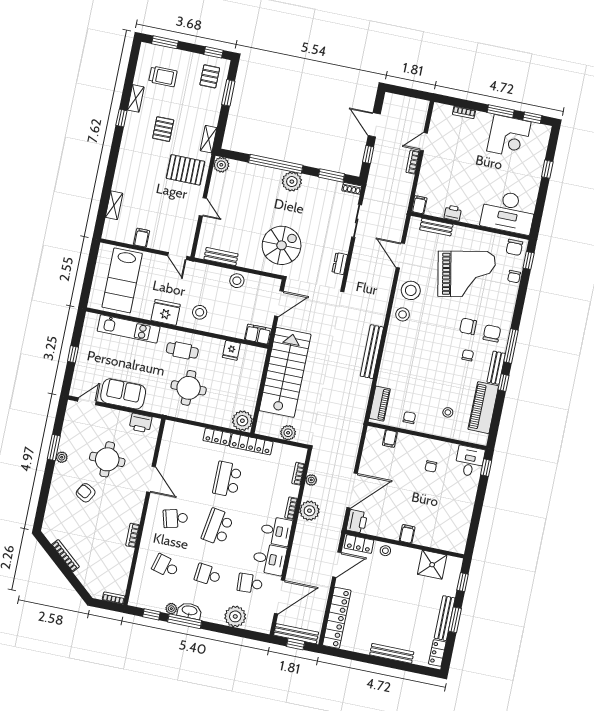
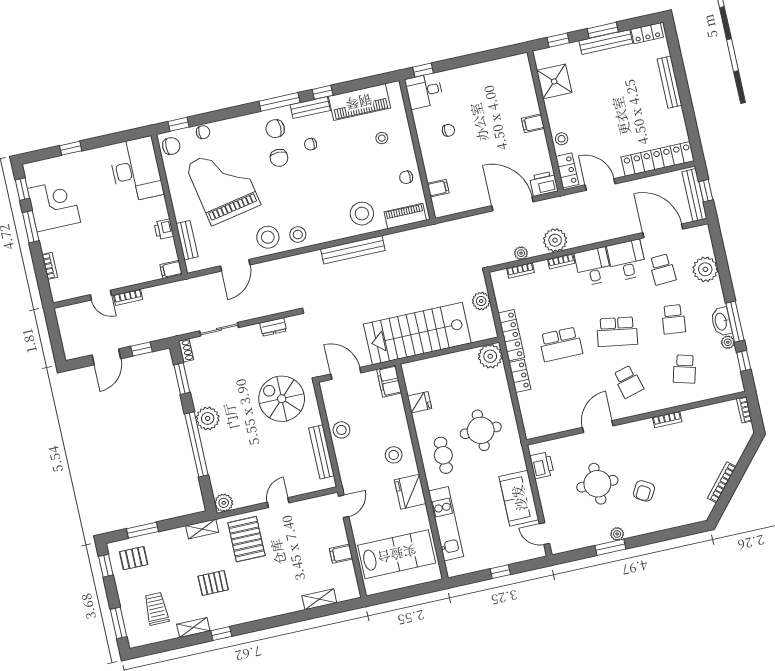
bench: (221, 257) -> (322, 452), width x1.36
stool: (397, 371) -> (362, 214), added

